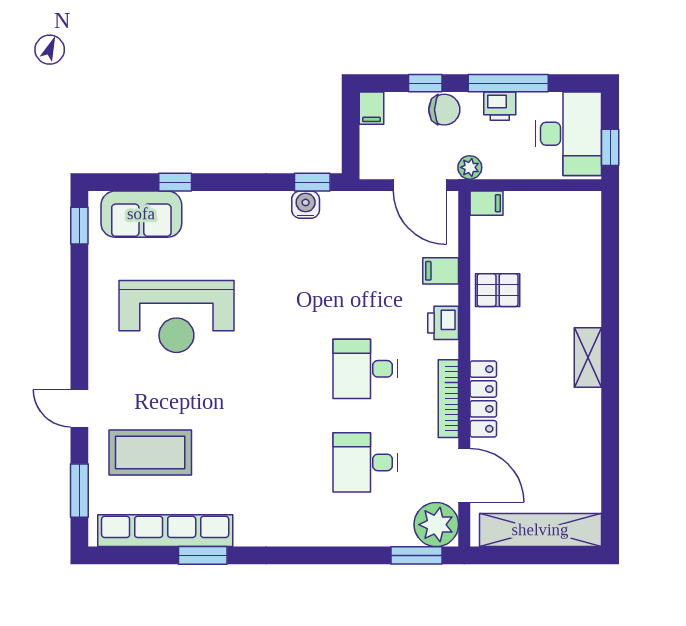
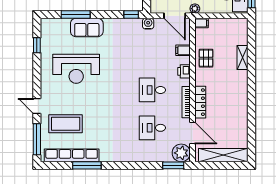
window: (175, 182) -> (76, 15), width x2.17
water cooler: (306, 205) -> (148, 24), moved
sofa: (141, 214) -> (87, 27), moved
window: (79, 226) -> (37, 45), moved
pallet: (498, 290) -> (206, 58), turned 90
shelving: (588, 358) -> (243, 57), moved
window: (79, 491) -> (37, 139), width x1.44
window: (203, 555) -> (87, 165), width x1.44

